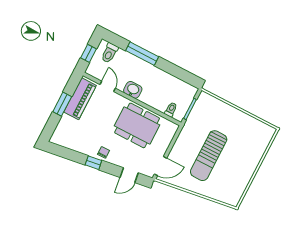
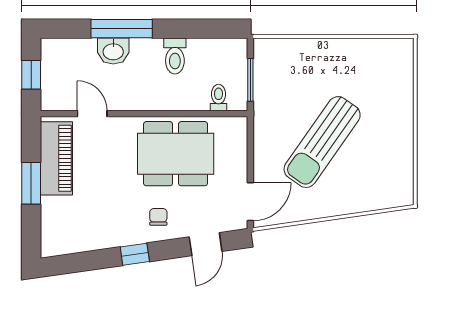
toilet: (109, 53) -> (175, 56), moved
washbasin: (133, 90) -> (113, 51), moved, turned 180
chair: (103, 152) -> (158, 217), moved
sun lounger: (209, 156) -> (322, 142), turned 35

